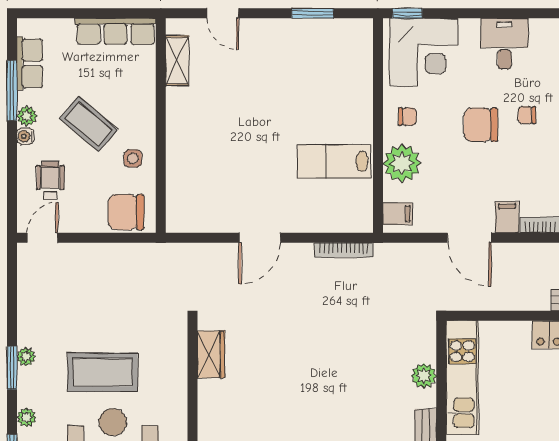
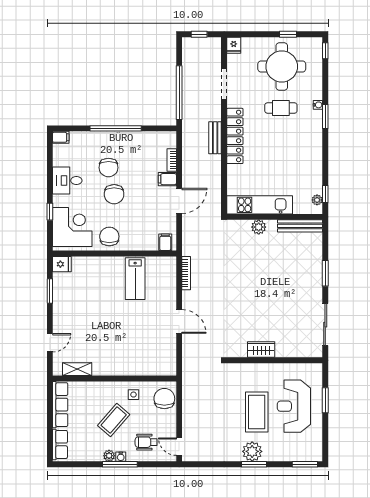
window: (407, 13) -> (50, 212), moved
fridge: (359, 34) -> (62, 264), added
row of seats: (30, 63) -> (60, 444), moved, turned 90
window: (12, 90) -> (120, 464), moved
chair: (527, 115) -> (109, 168), width x1.87, depth x1.87
chair: (407, 117) -> (109, 236), width x1.87, depth x1.87
plant: (402, 163) -> (136, 240), removed
chair: (126, 212) -> (164, 399), turned 180
wardrobe: (211, 354) -> (261, 350), moved
plant: (26, 357) -> (252, 451), width x1.88, depth x1.88
plant: (27, 417) -> (283, 456), removed

